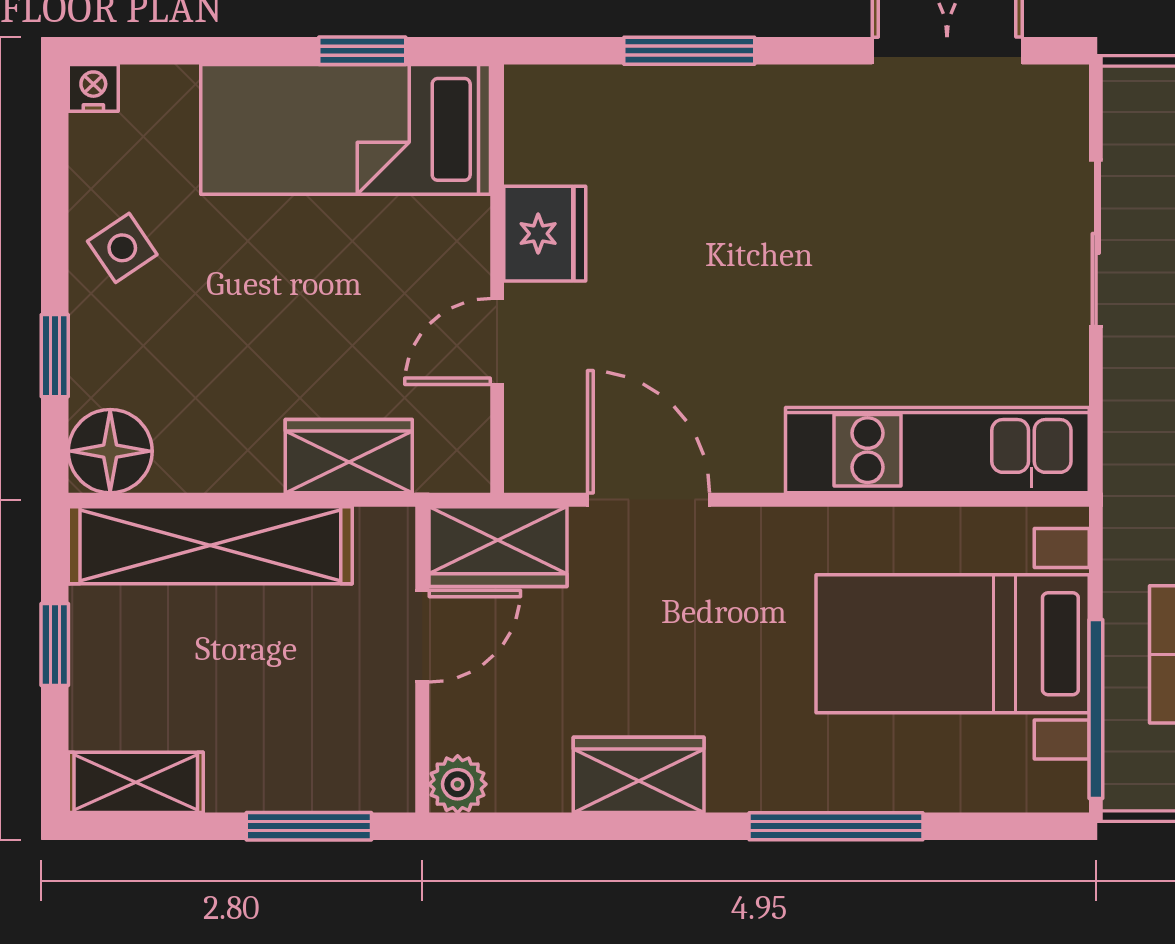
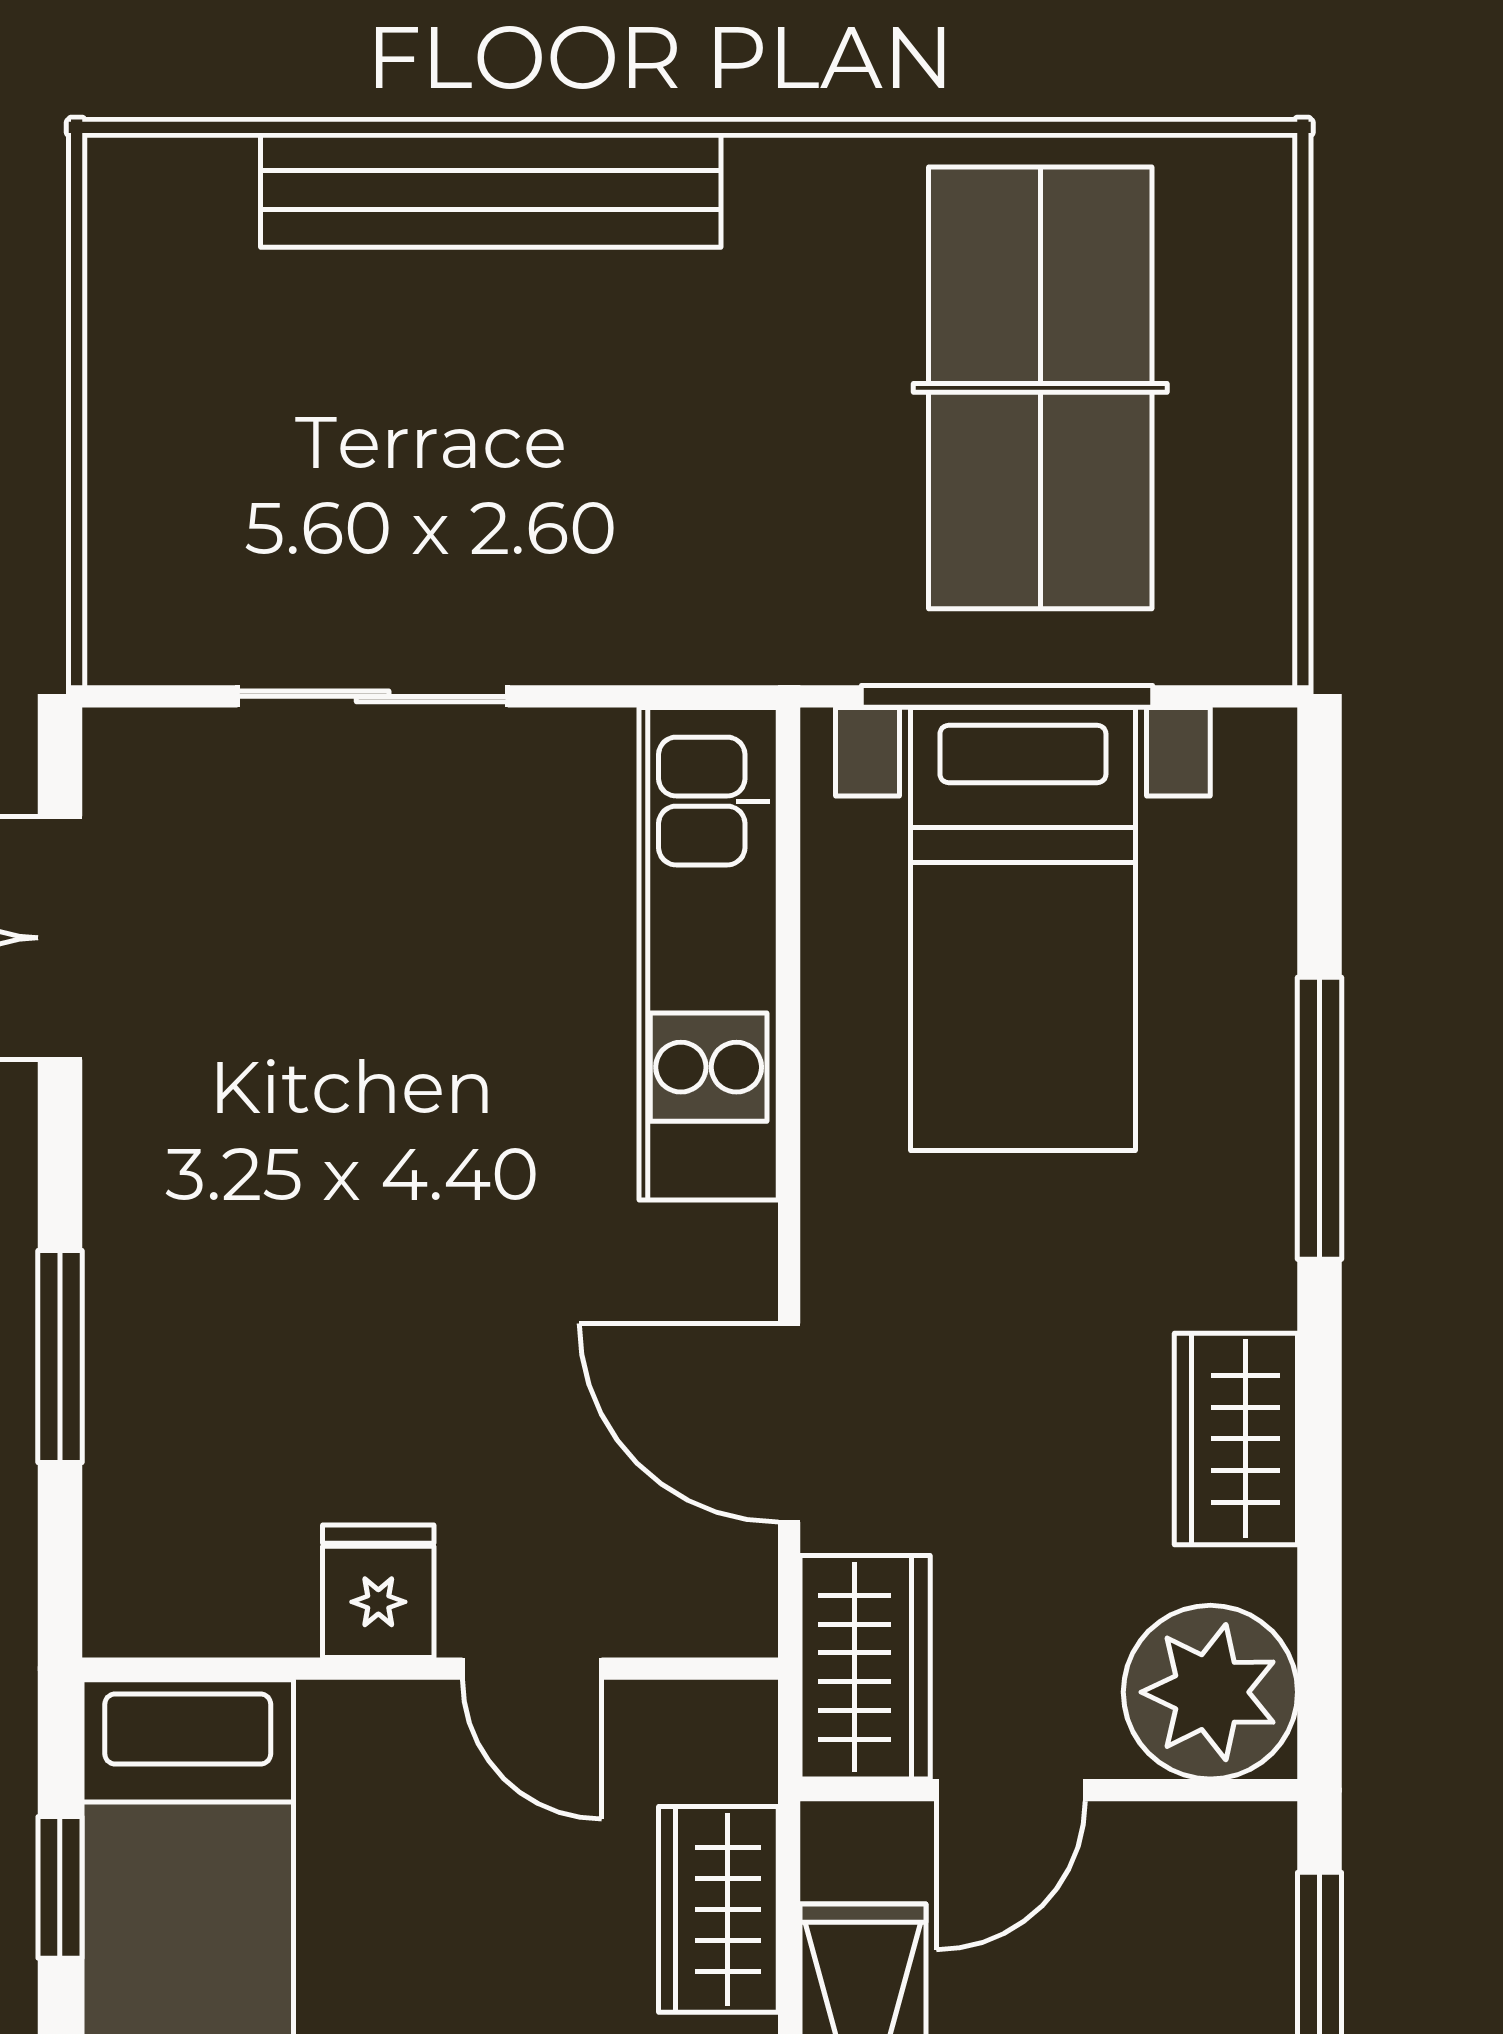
fridge: (545, 234) -> (378, 1591), width x0.72
door: (648, 500) -> (789, 1423), hinge flipped
door: (422, 636) -> (1011, 1790), swing flipped
window: (1096, 709) -> (1007, 696), moved
plant: (458, 784) -> (1210, 1692), width x1.87, depth x1.87

